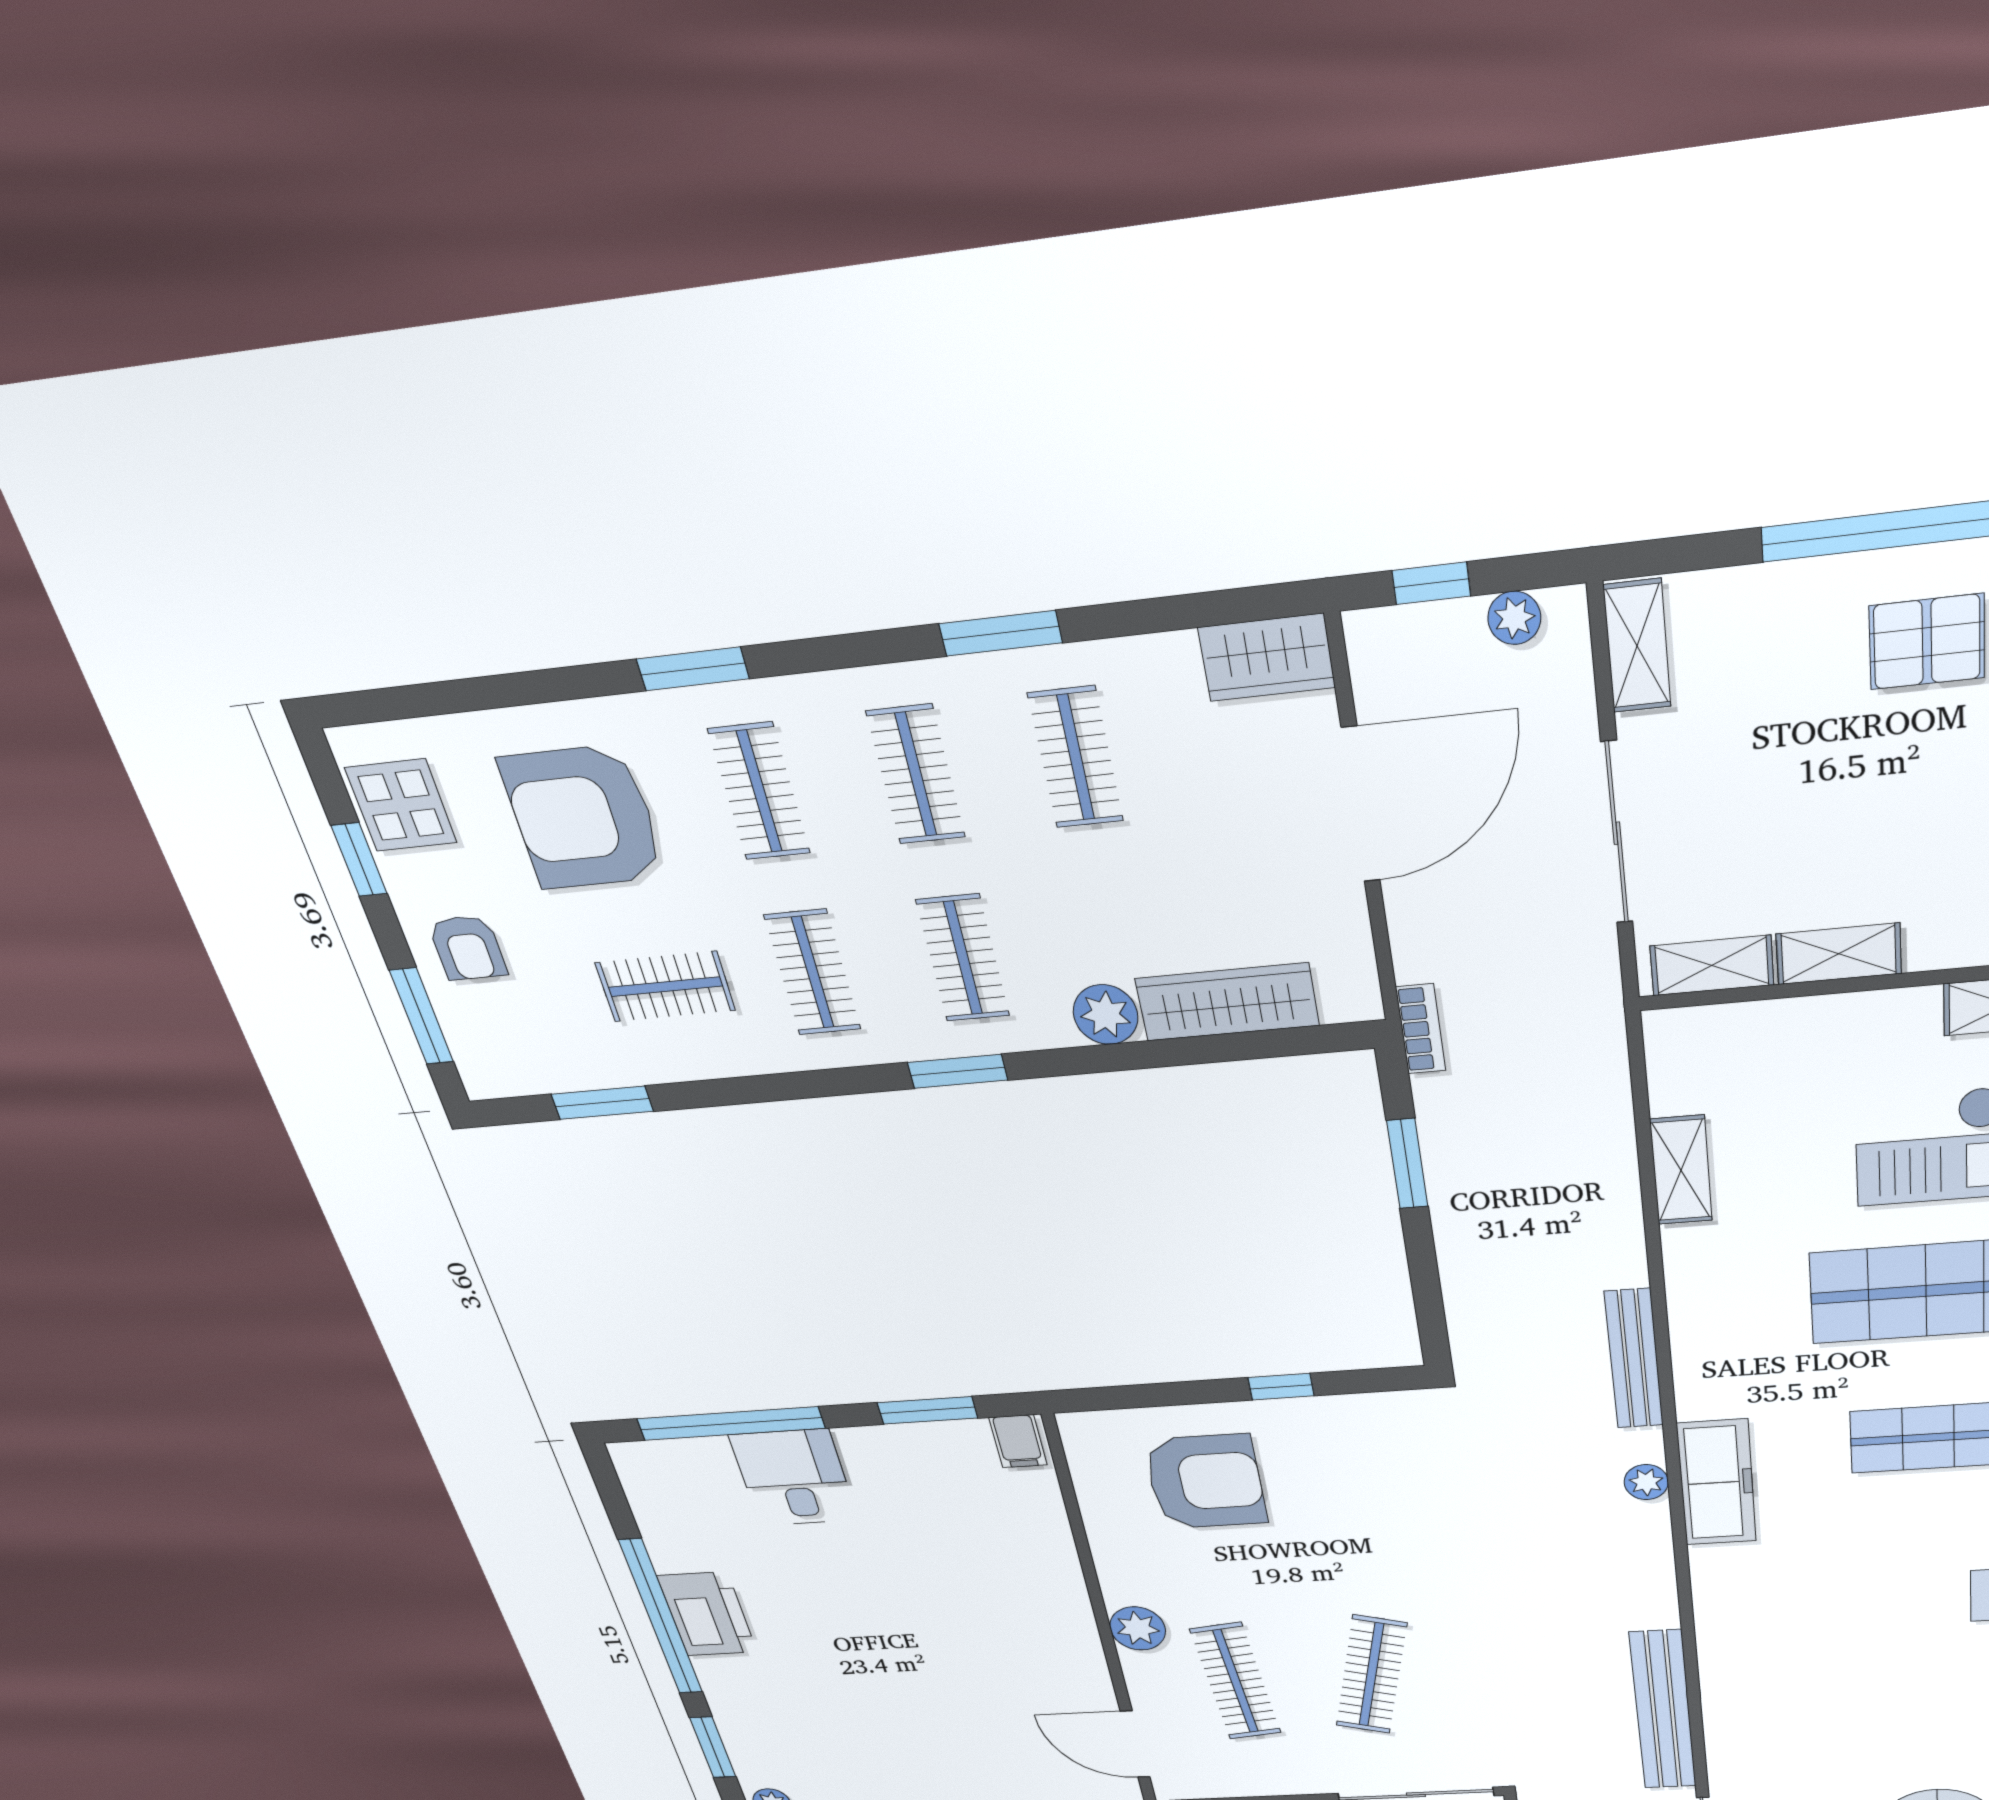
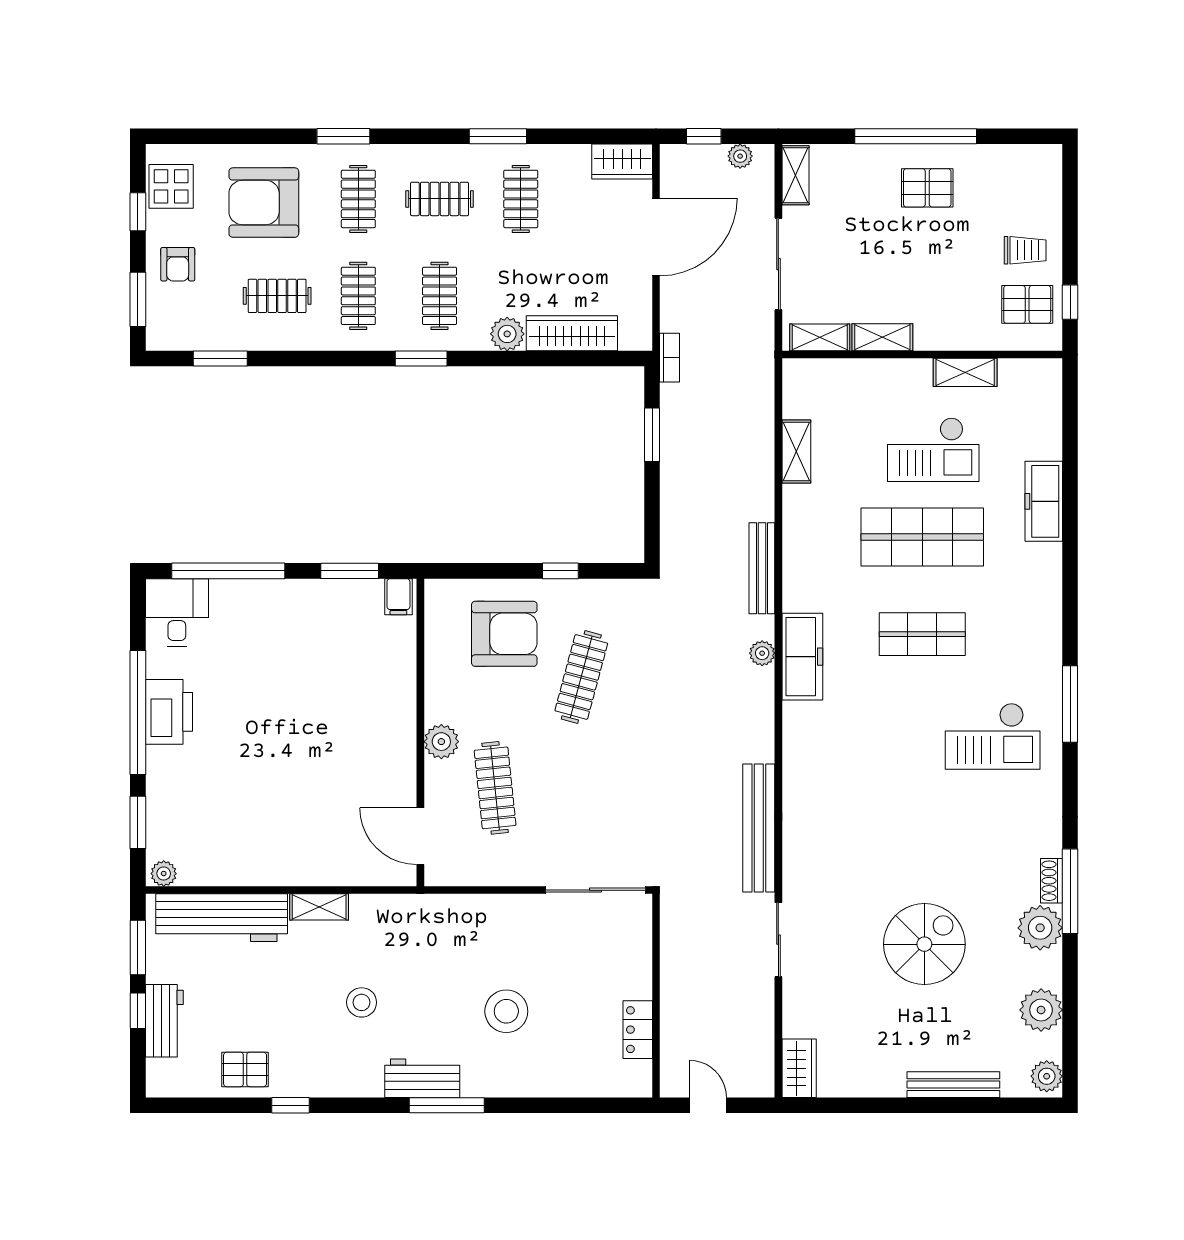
clothes rail: (916, 775) -> (440, 199), turned 90
desk: (794, 1478) -> (177, 612), moved
clothes rail: (1371, 1675) -> (581, 677), moved

